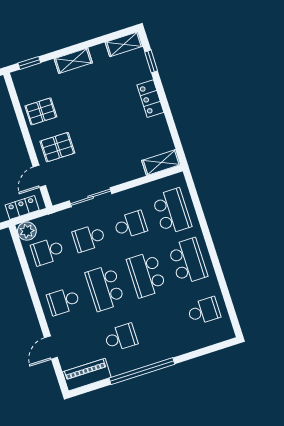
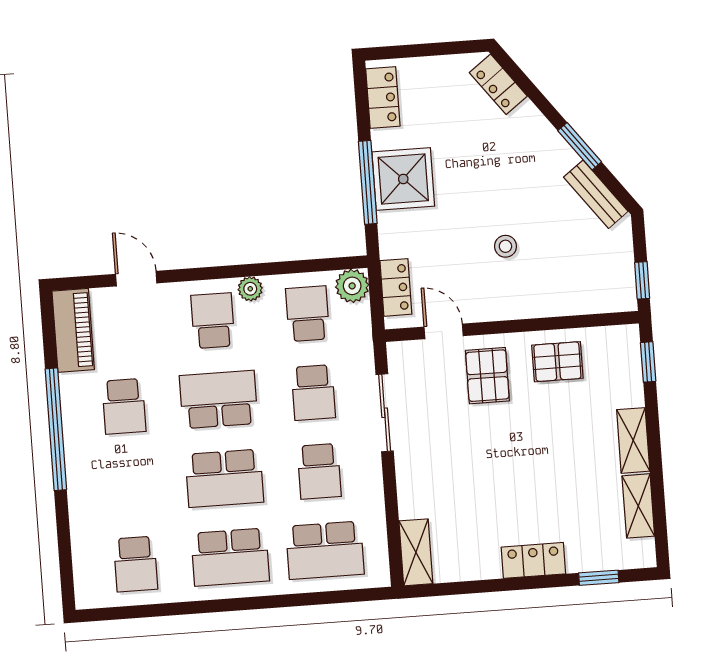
shelving: (124, 44) -> (638, 506), moved
pallet: (41, 111) -> (557, 362), turned 90
school desk: (89, 238) -> (313, 392), turned 180
school desk: (146, 274) -> (224, 478), turned 180
plant: (42, 285) -> (250, 289), added

